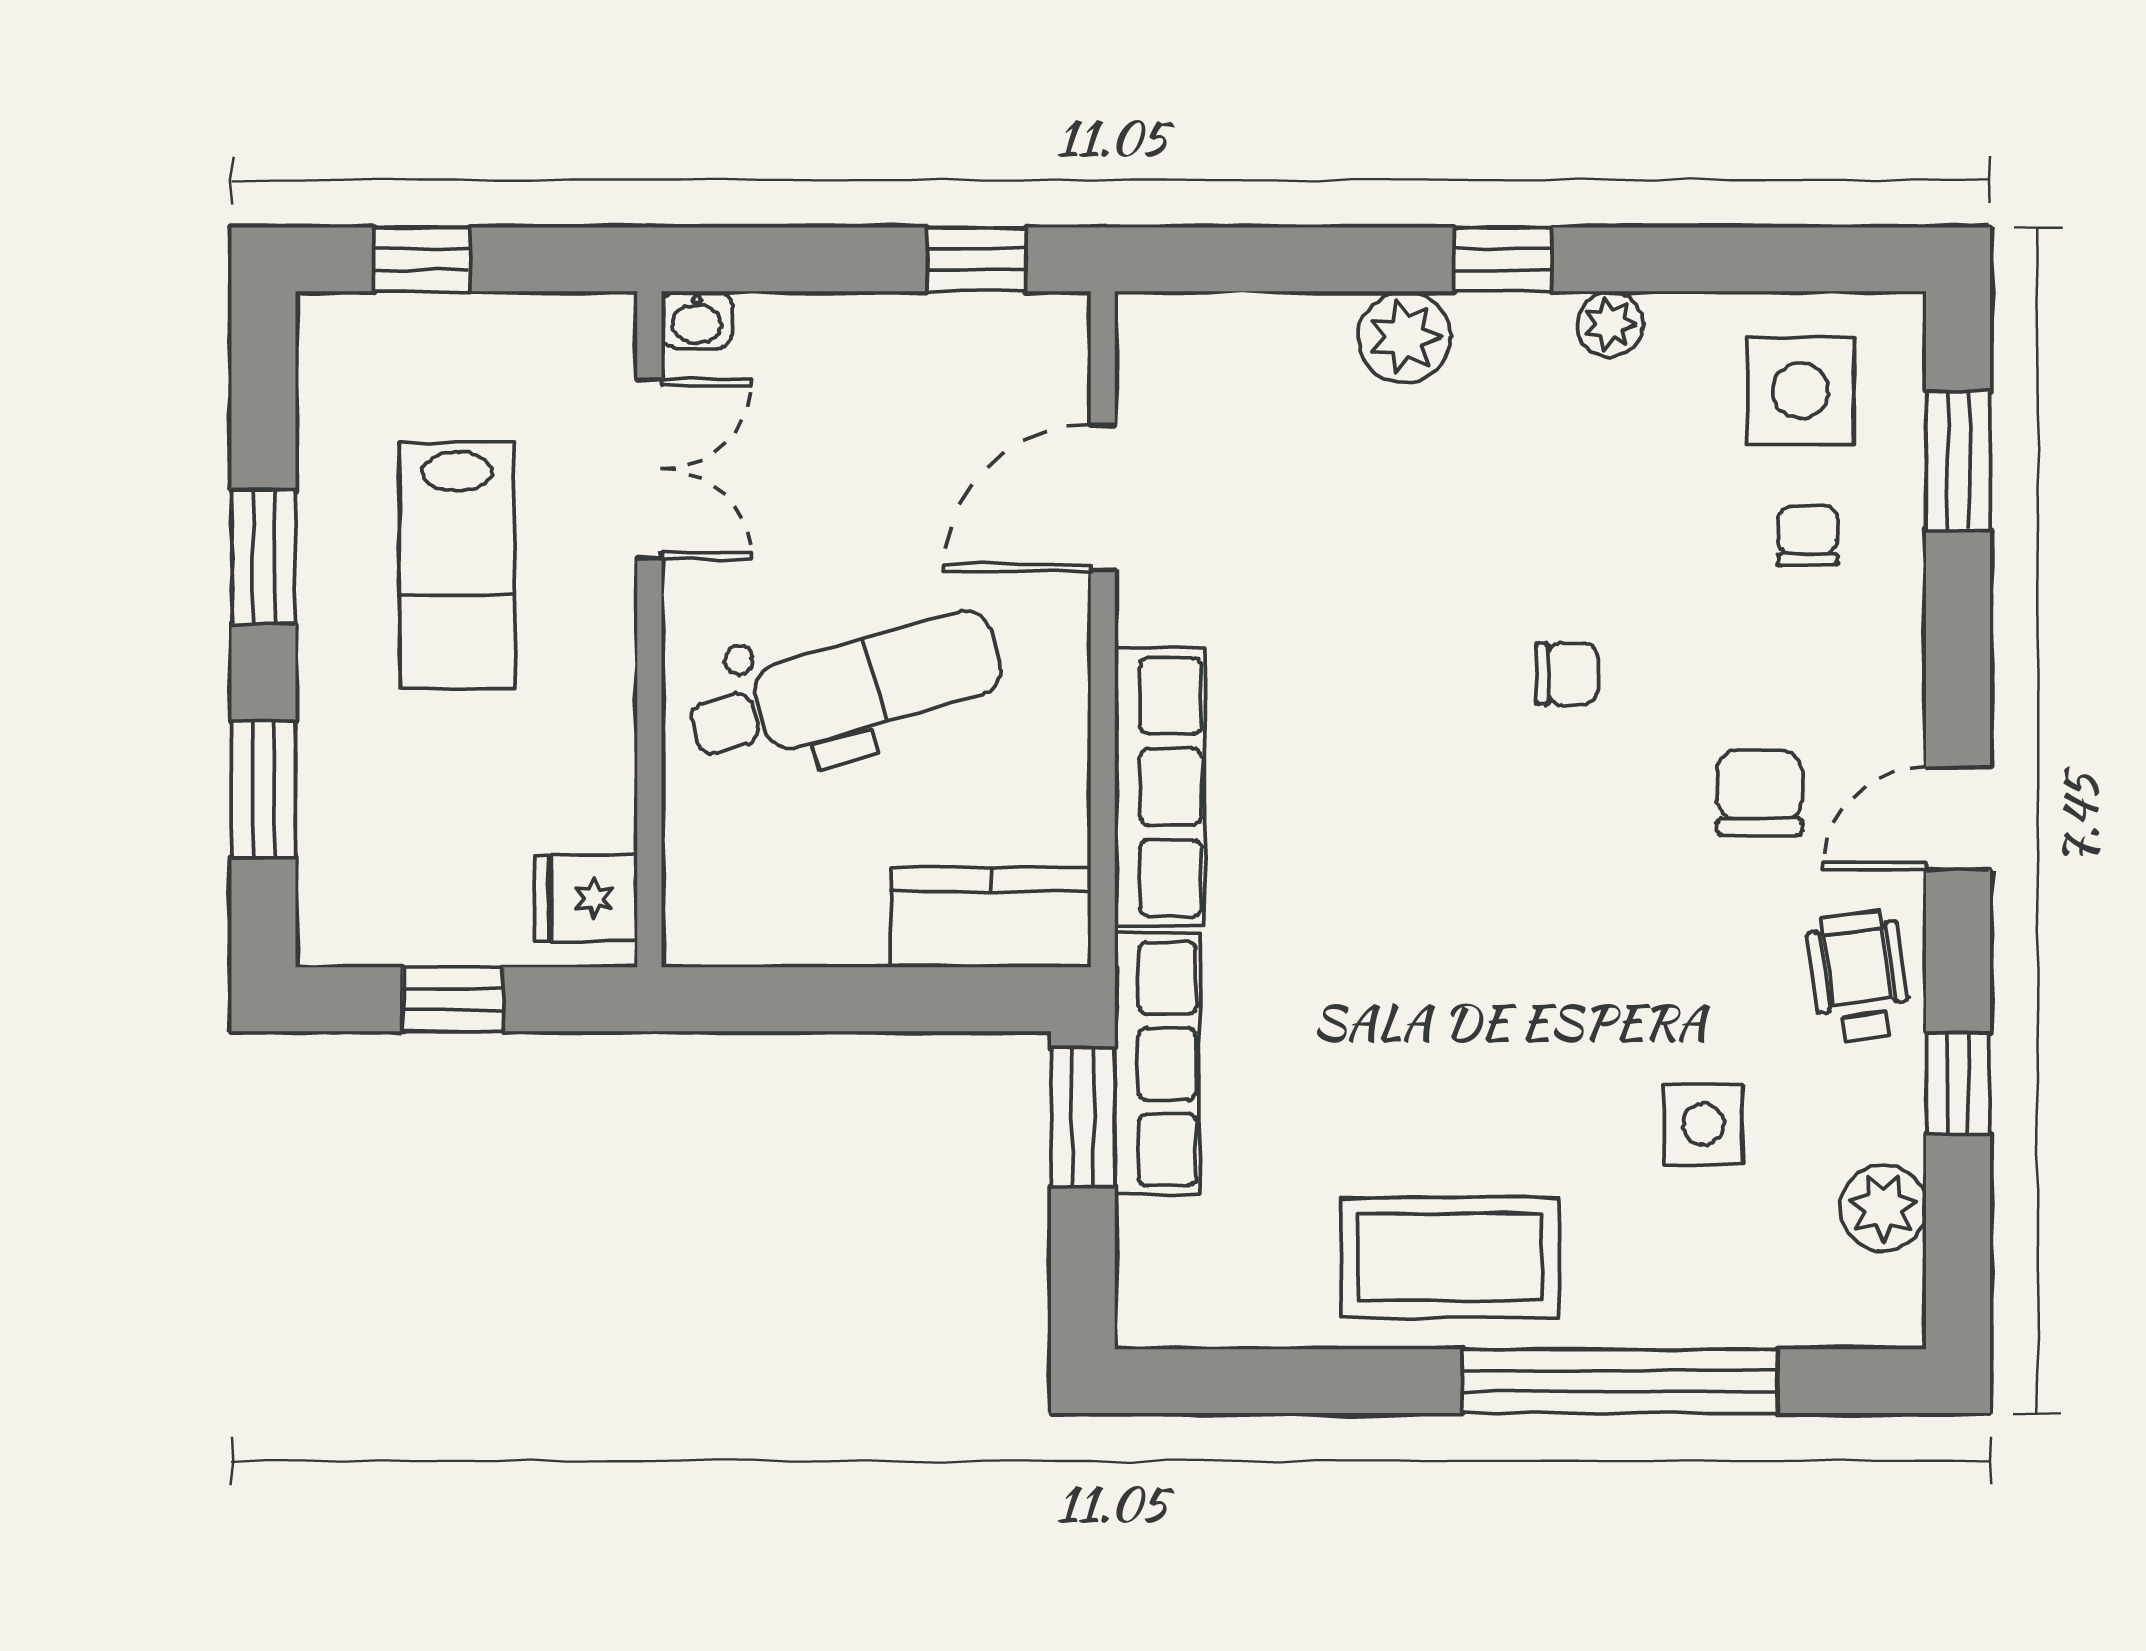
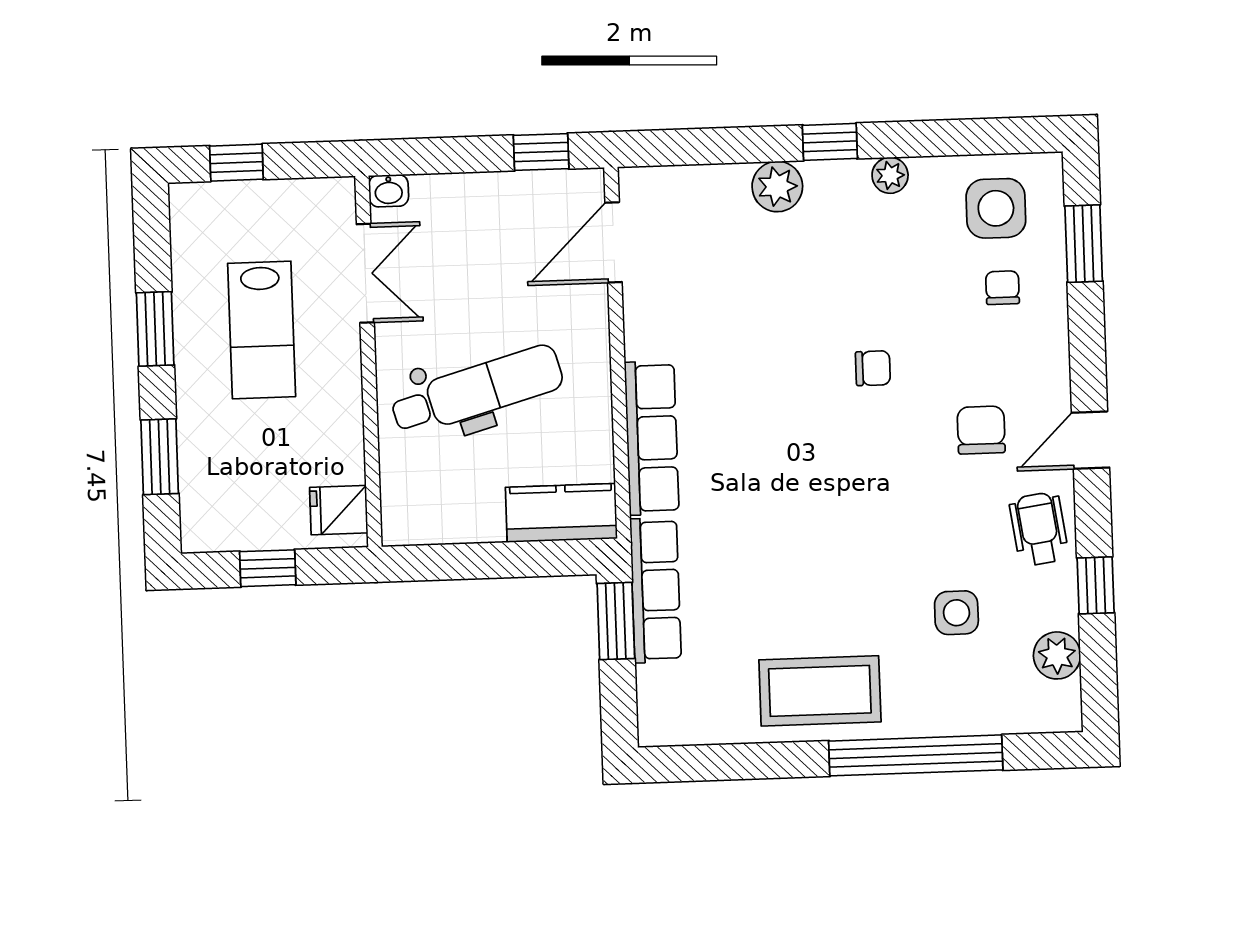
door: (1103, 498) -> (614, 242), moved

